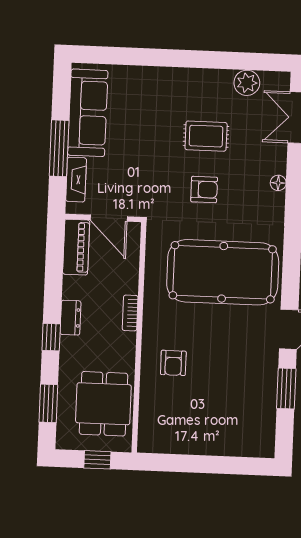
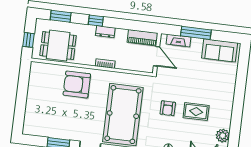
sofa: (88, 113) -> (220, 50), width x0.73
rug: (206, 136) -> (196, 112), turned 90
door: (109, 218) -> (157, 56), swing flipped
armchair: (173, 363) -> (77, 84), width x1.88, depth x1.88

